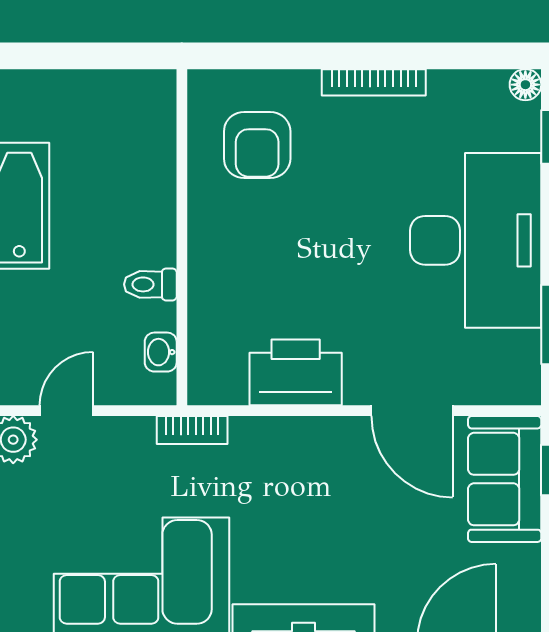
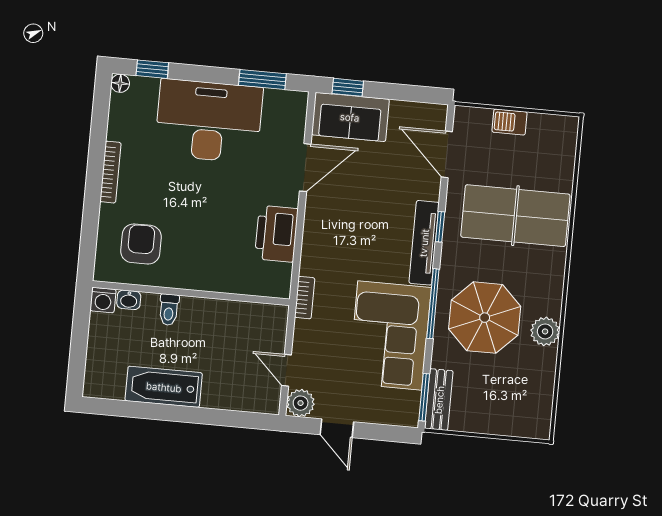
washing machine: (156, 90) -> (103, 300), added
armchair: (257, 145) -> (141, 244), turned -90
toilet: (150, 284) -> (169, 310), moved
washbasin: (161, 352) -> (129, 300), moved

